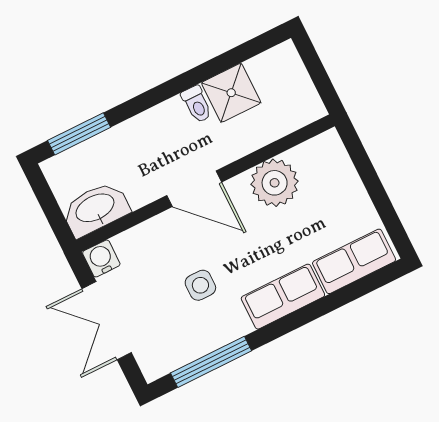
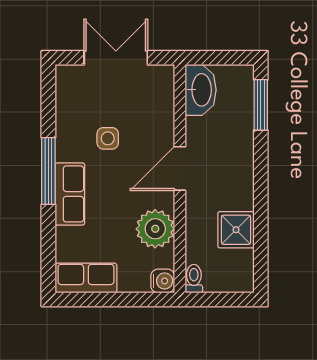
toilet: (197, 104) -> (194, 279), moved, turned 90
water cooler: (101, 258) -> (163, 281), moved
row of seats: (354, 261) -> (86, 278), moved, turned -90
window: (211, 362) -> (48, 171), moved

